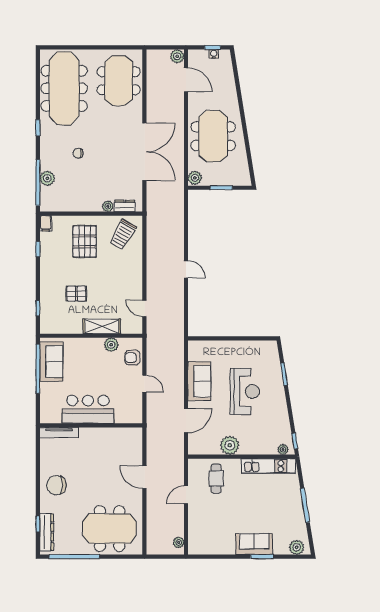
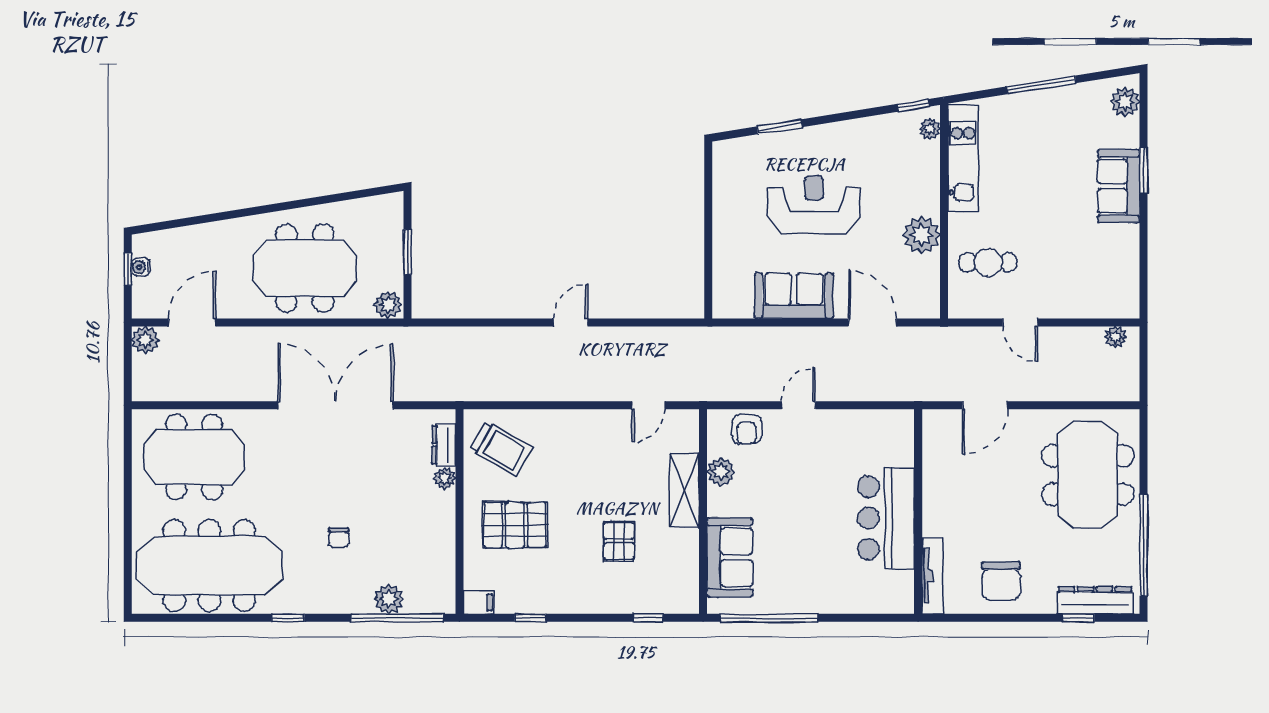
sofa: (51, 362) -> (730, 557), moved, turned 90
bar counter: (88, 409) -> (886, 518), moved
wall: (91, 425) -> (918, 512), moved
tv unit: (59, 433) -> (932, 576), moved

